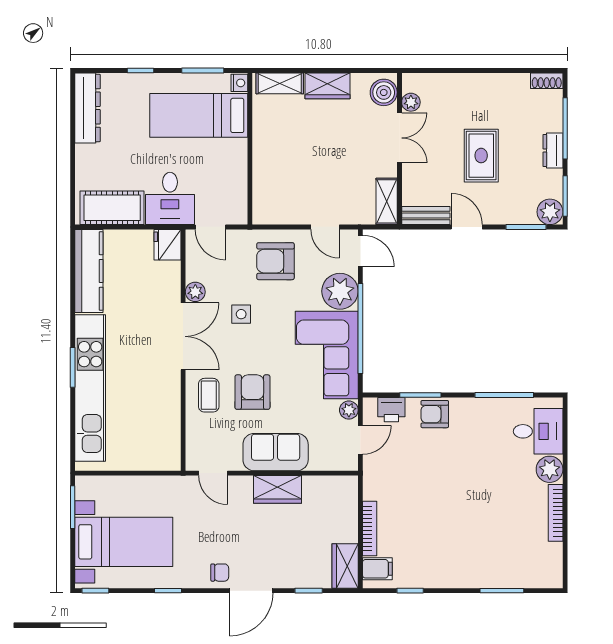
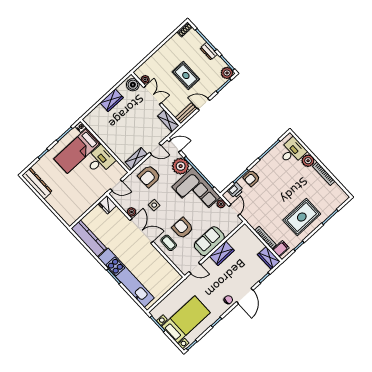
shelving: (280, 83) -> (136, 158), moved
desk: (170, 198) -> (100, 160), moved, turned -90
cot: (112, 208) -> (77, 210), removed
rug: (457, 549) -> (302, 217), added

